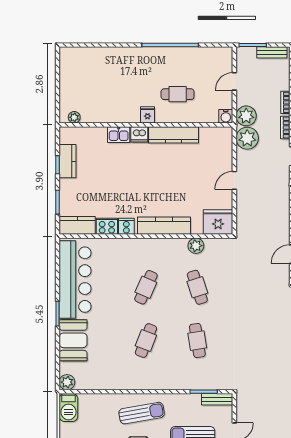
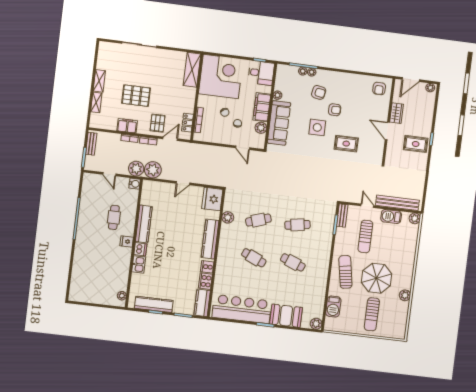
kitchen counter: (68, 161) -> (154, 304), width x1.50
door: (234, 180) -> (183, 183), hinge flipped
barbecue: (68, 408) -> (333, 307), moved, turned 90

